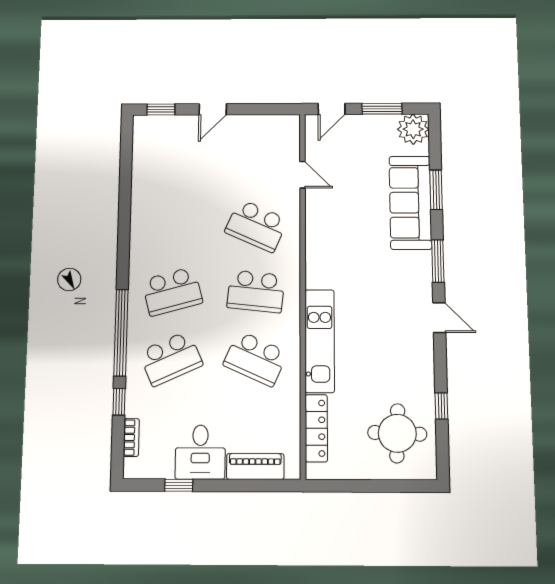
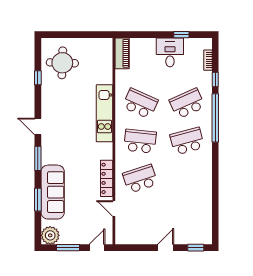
school desk: (256, 226) -> (140, 179), turned -42
locker: (316, 428) -> (107, 178), moved
piano: (255, 467) -> (122, 53), moved, turned -90

